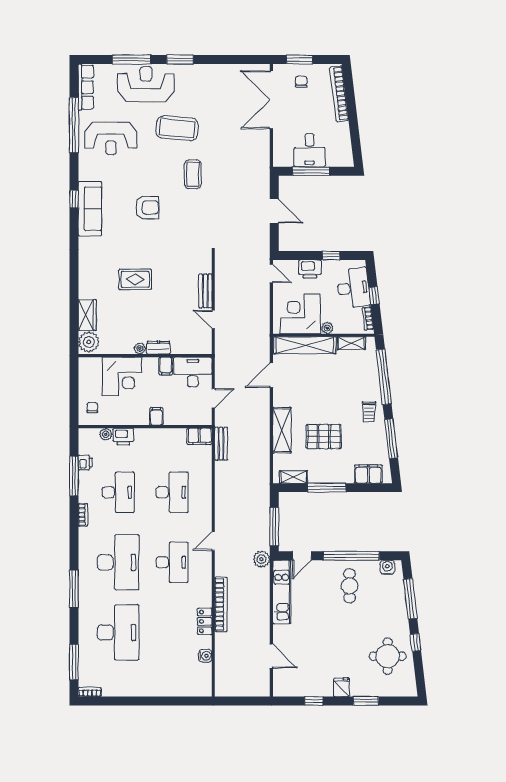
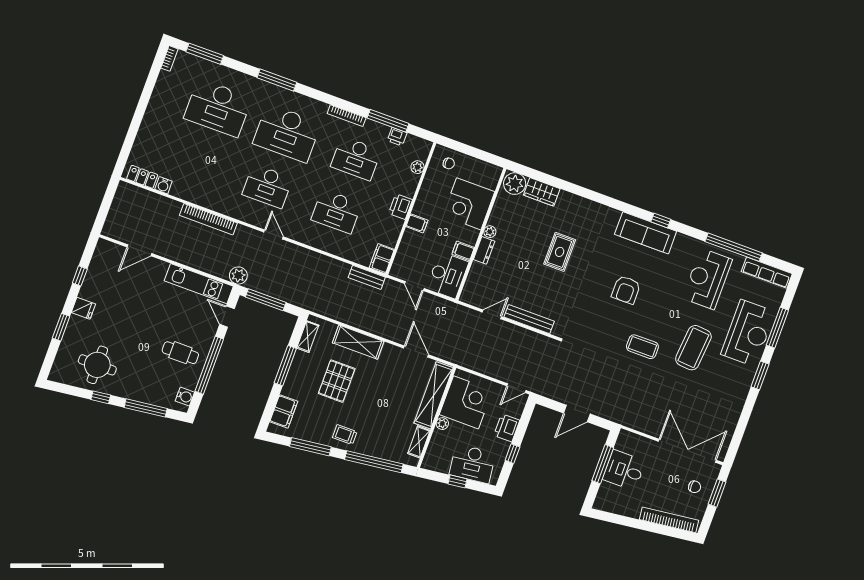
bench: (205, 291) -> (529, 319), width x1.36
bookcase: (368, 318) -> (437, 467), removed
printer: (123, 437) -> (401, 207), moved
bookcase: (83, 515) -> (347, 116), width x1.56
locker: (205, 621) -> (142, 177), moved

